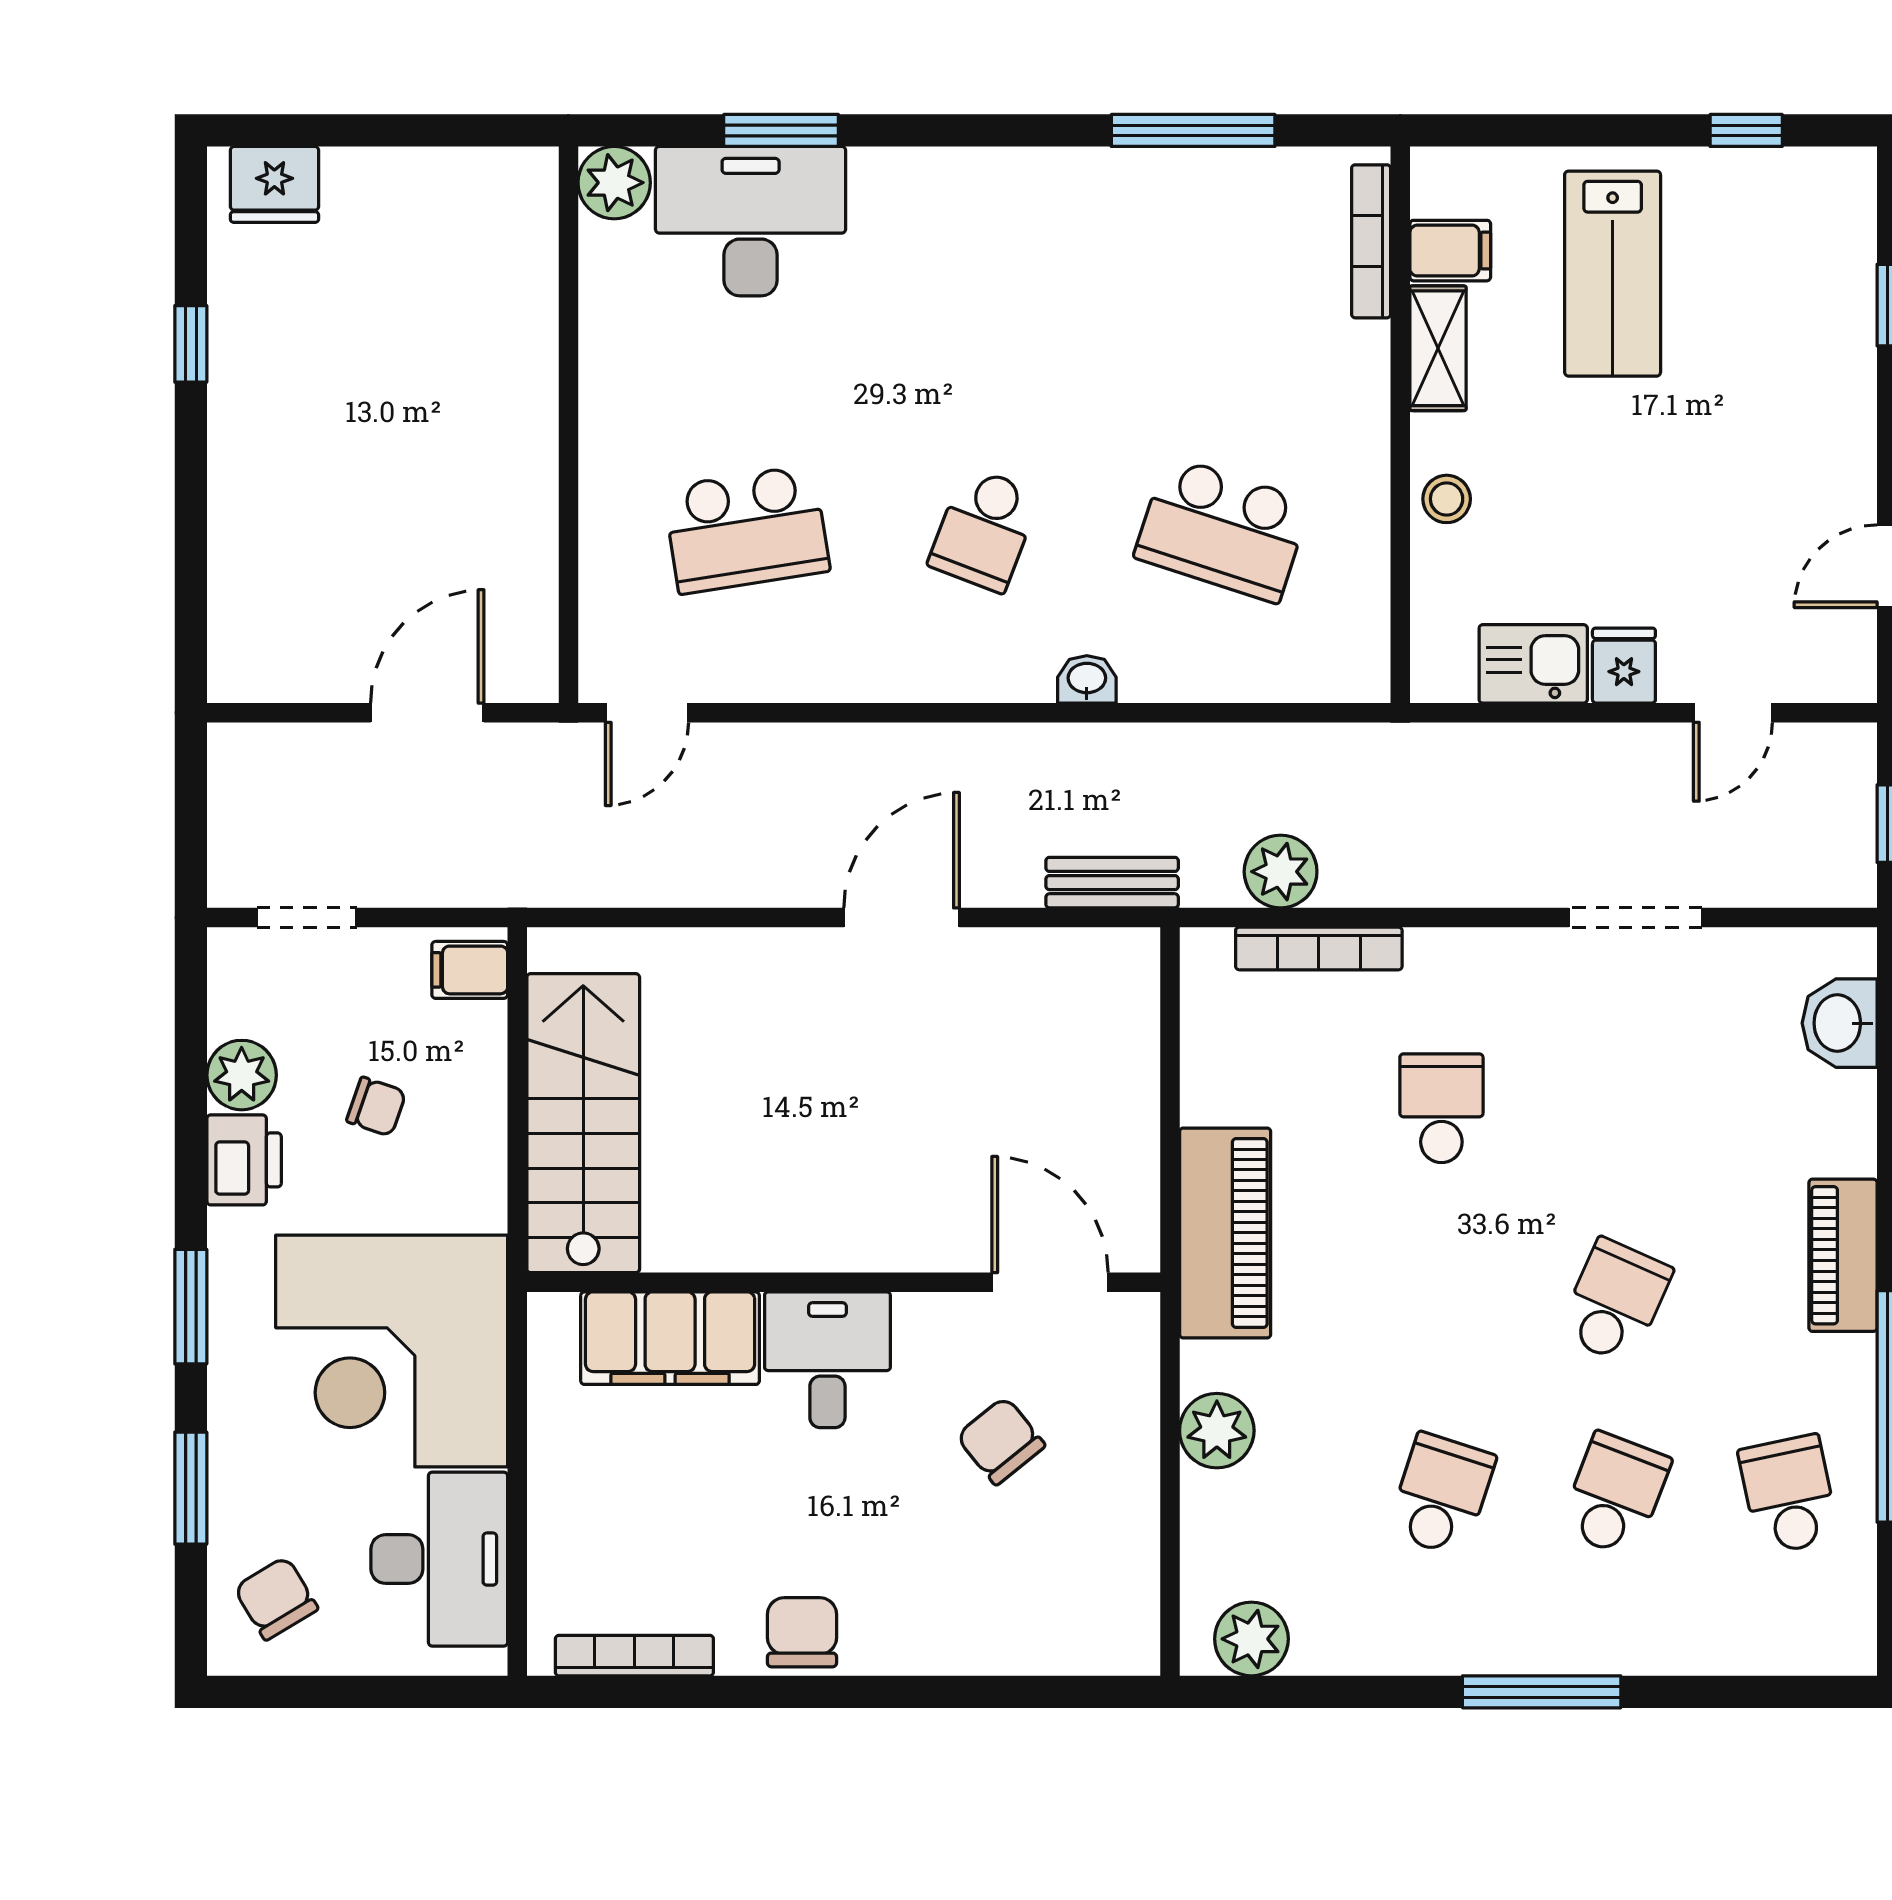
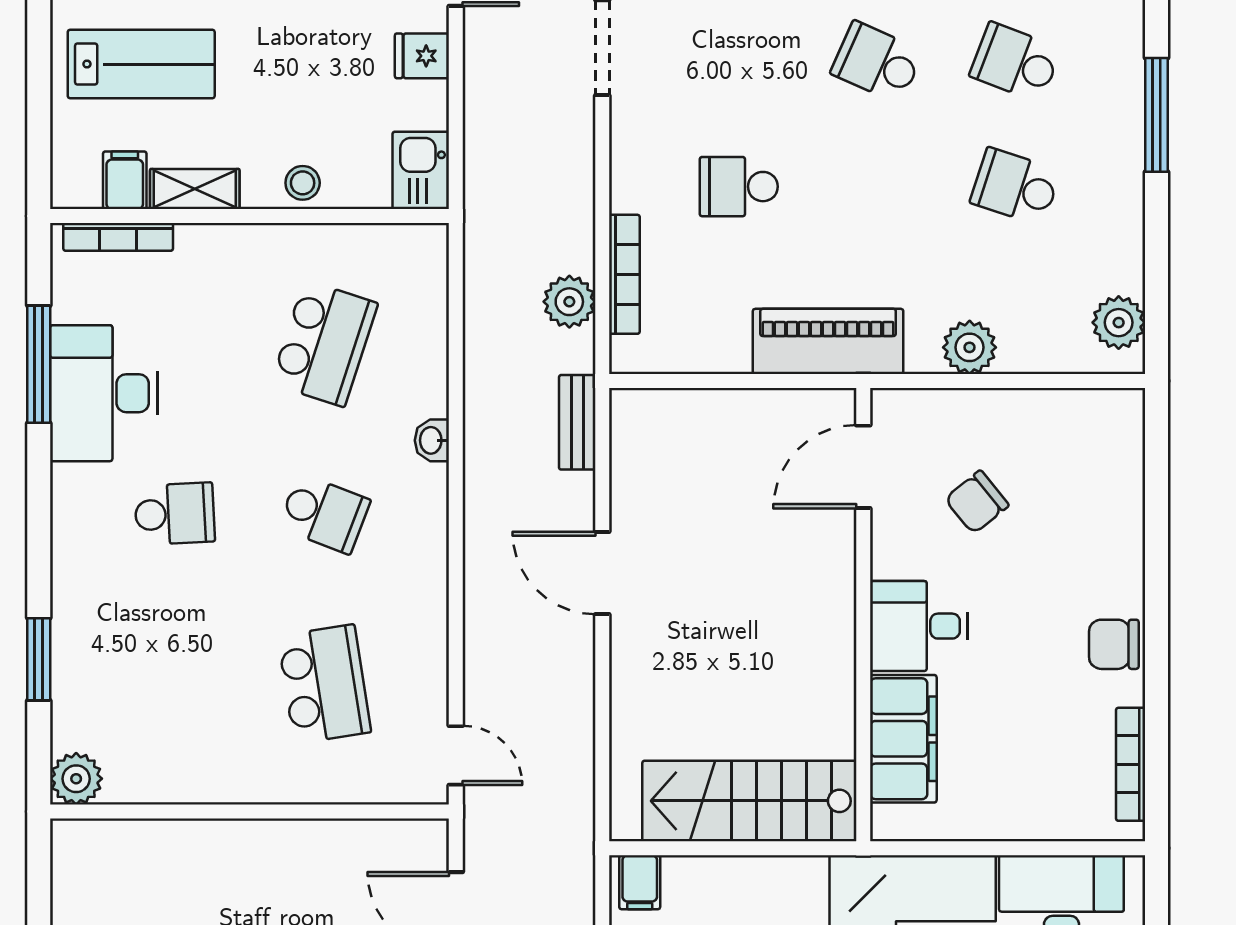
desk: (751, 221) -> (104, 393), moved
school desk: (984, 320) -> (175, 514), added
kitchen sink: (1533, 664) -> (421, 170), moved

